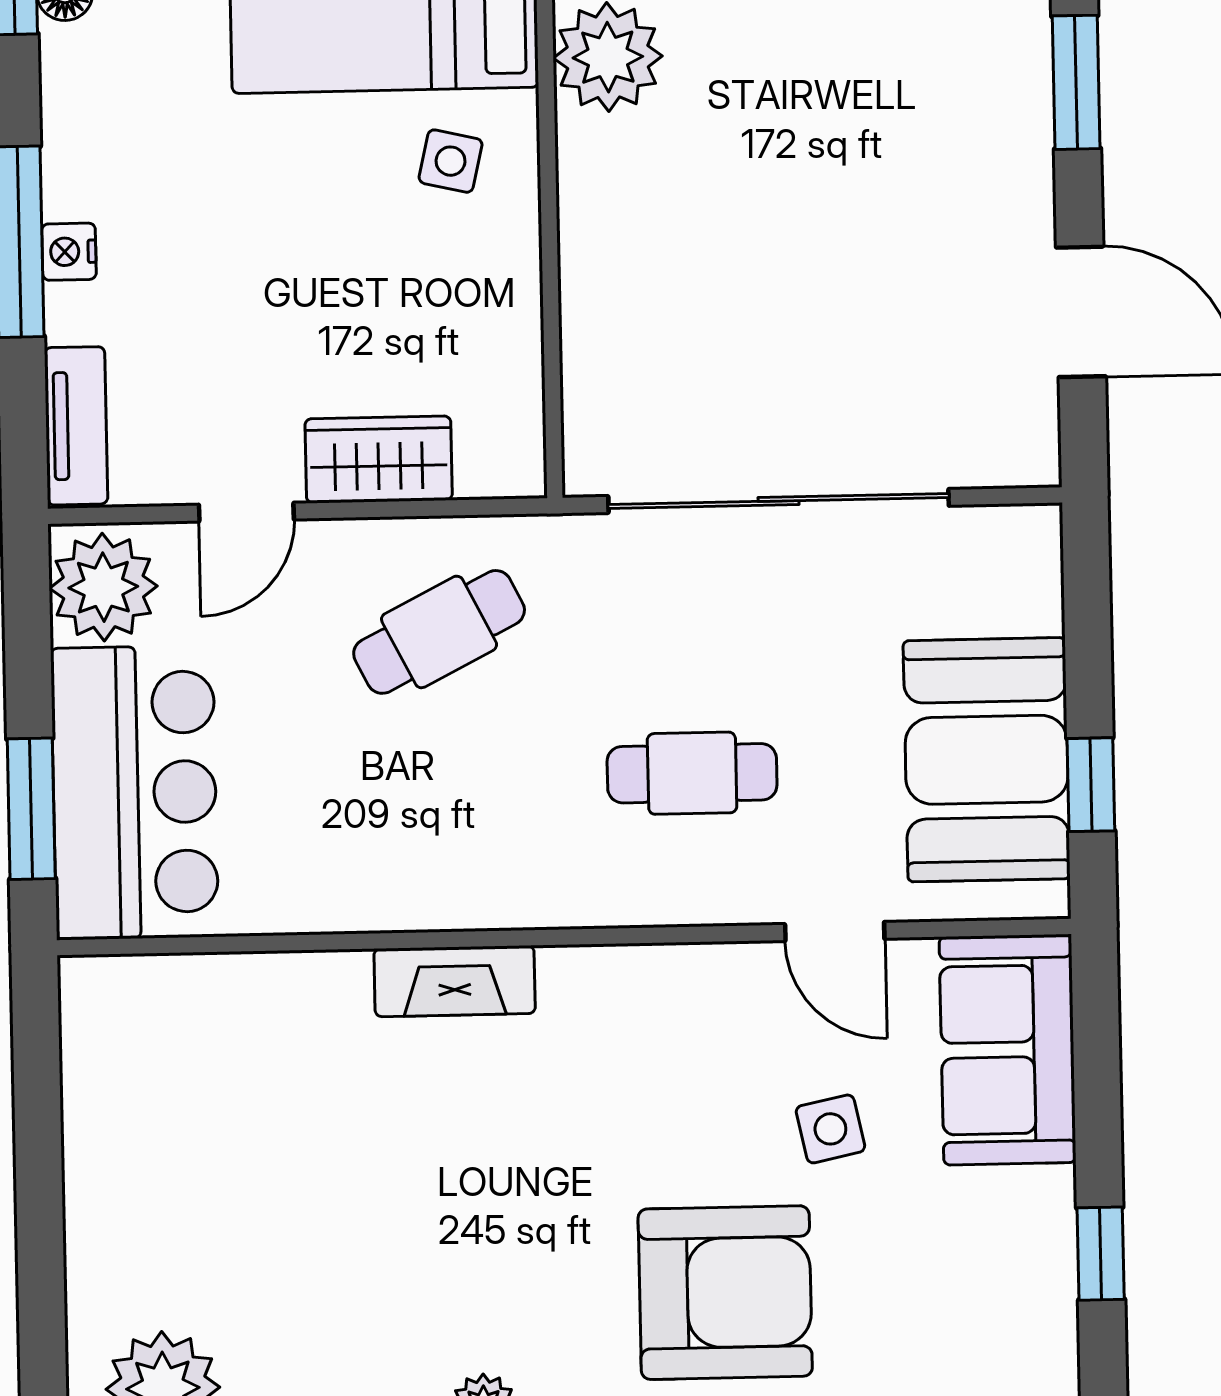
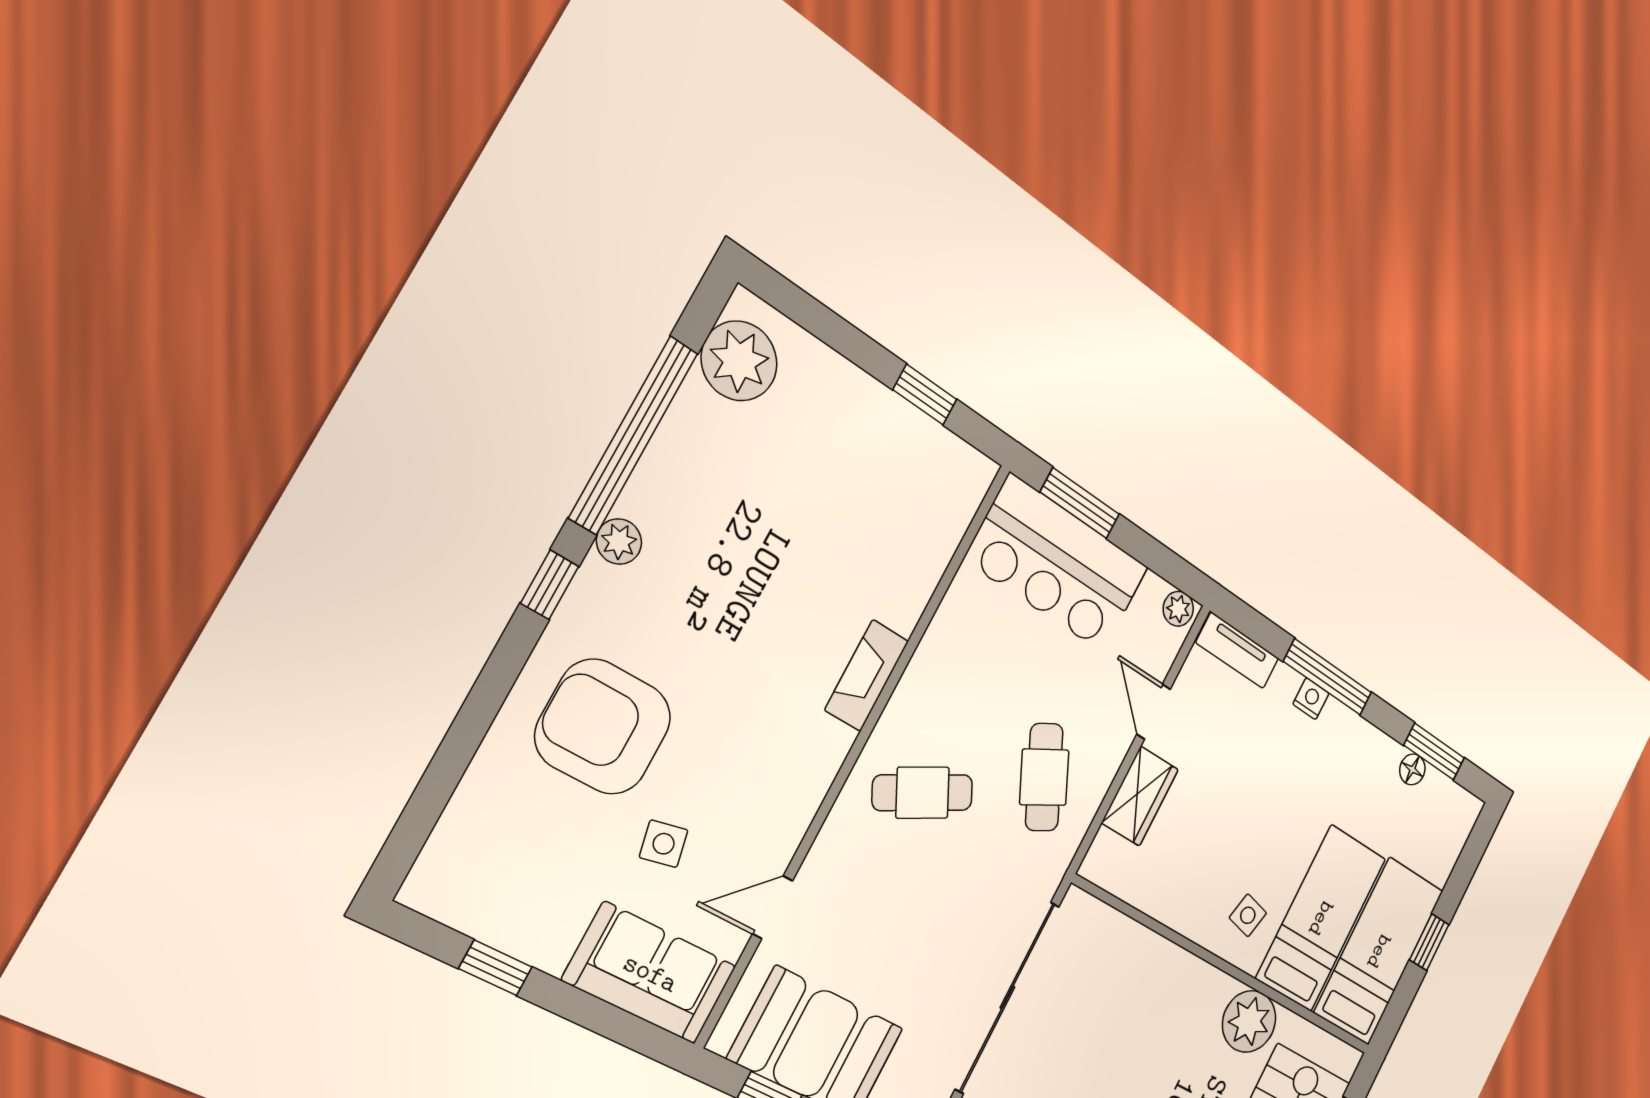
plant: (103, 587) -> (1178, 609), width x0.53, depth x0.53
cafe table: (692, 773) -> (923, 793), moved, turned 62
window: (38, 1120) -> (925, 395), added
armchair: (725, 1293) -> (603, 727), turned 90

